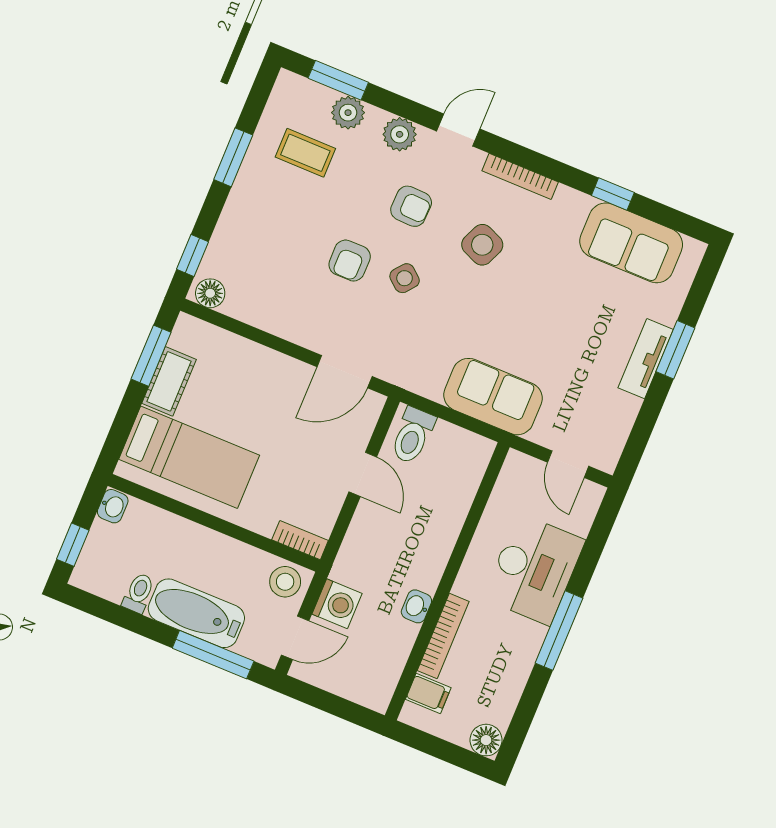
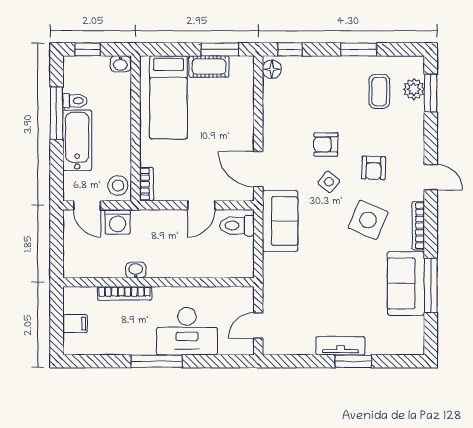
plant: (348, 113) -> (414, 89), moved
plant: (400, 134) -> (414, 143), removed
window: (613, 194) -> (431, 285), width x2.17
sofa: (631, 243) -> (406, 283), moved
side table: (482, 245) -> (368, 220), width x1.37, depth x1.37
sofa: (493, 397) -> (280, 221), moved
window: (213, 655) -> (57, 113), moved
filing cabinet: (428, 693) -> (75, 324), moved, turned -90
floor lamp: (486, 740) -> (73, 345), removed

